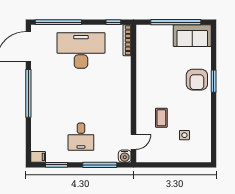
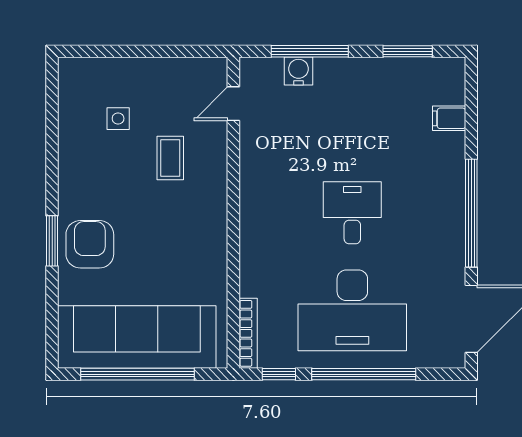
window: (58, 22) -> (364, 374), moved
sofa: (192, 36) -> (137, 337), width x1.85, depth x1.27
desk: (81, 137) -> (352, 213), moved
water cooler: (125, 156) -> (299, 71), moved
filing cabinet: (38, 157) -> (449, 118), moved

